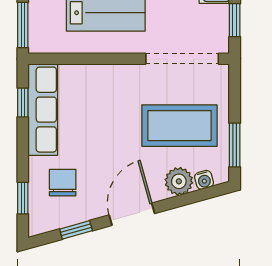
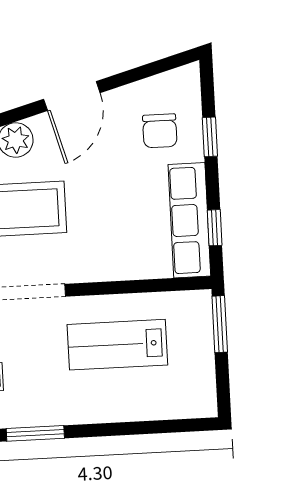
window: (23, 198) -> (210, 137), moved
window: (76, 230) -> (140, 73), removed

